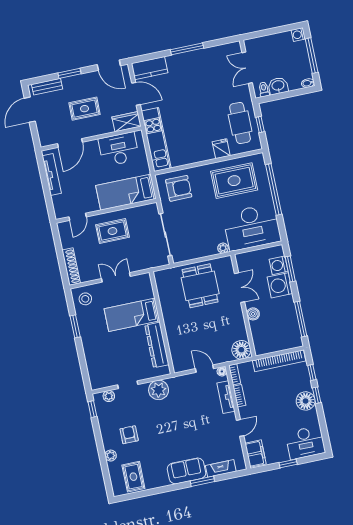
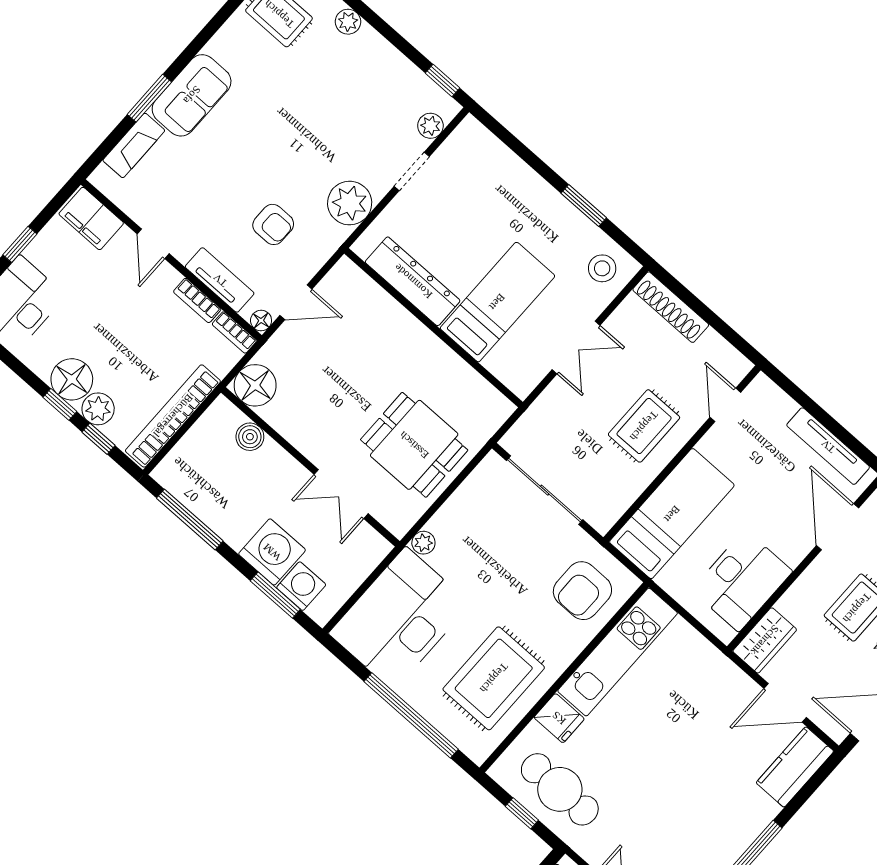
kitchen unit: (156, 140) -> (618, 652), moved, turned -90
boiler: (253, 314) -> (250, 437), moved
plant: (304, 383) -> (98, 409), added
armchair: (129, 435) -> (273, 224), moved

